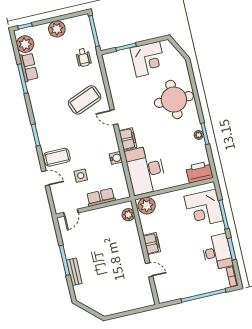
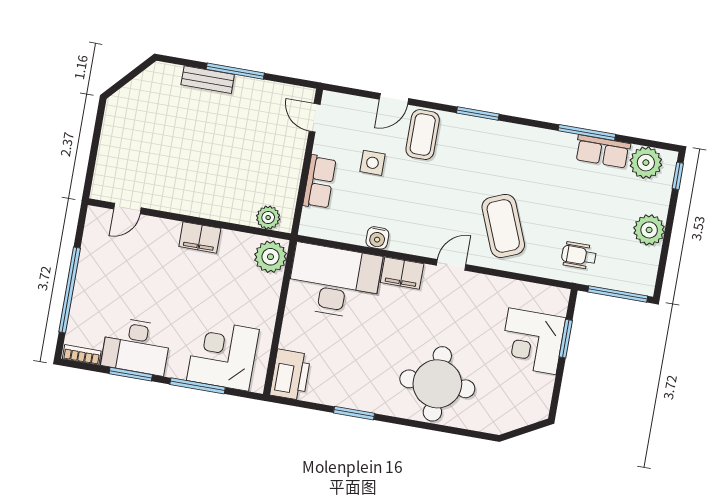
corner desk: (148, 59) -> (532, 341), moved
plant: (199, 135) -> (356, 401), removed
door: (149, 270) -> (127, 208), moved

